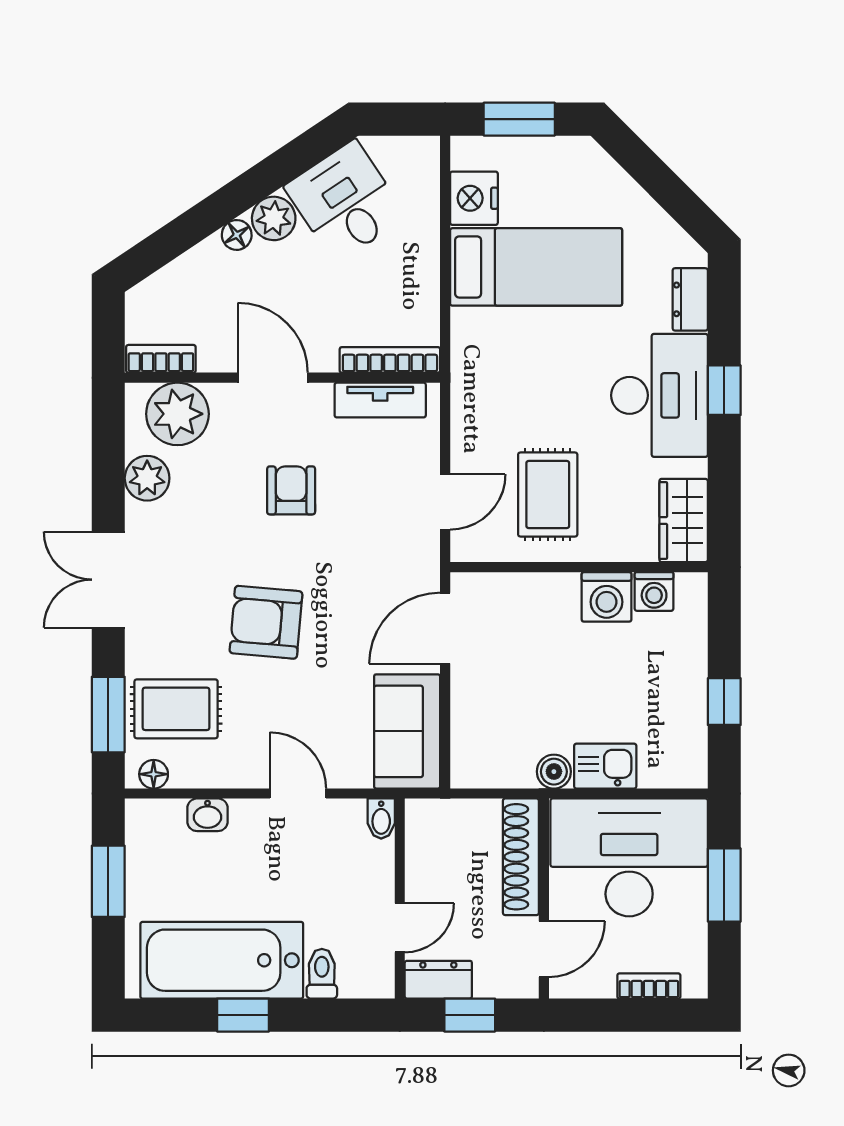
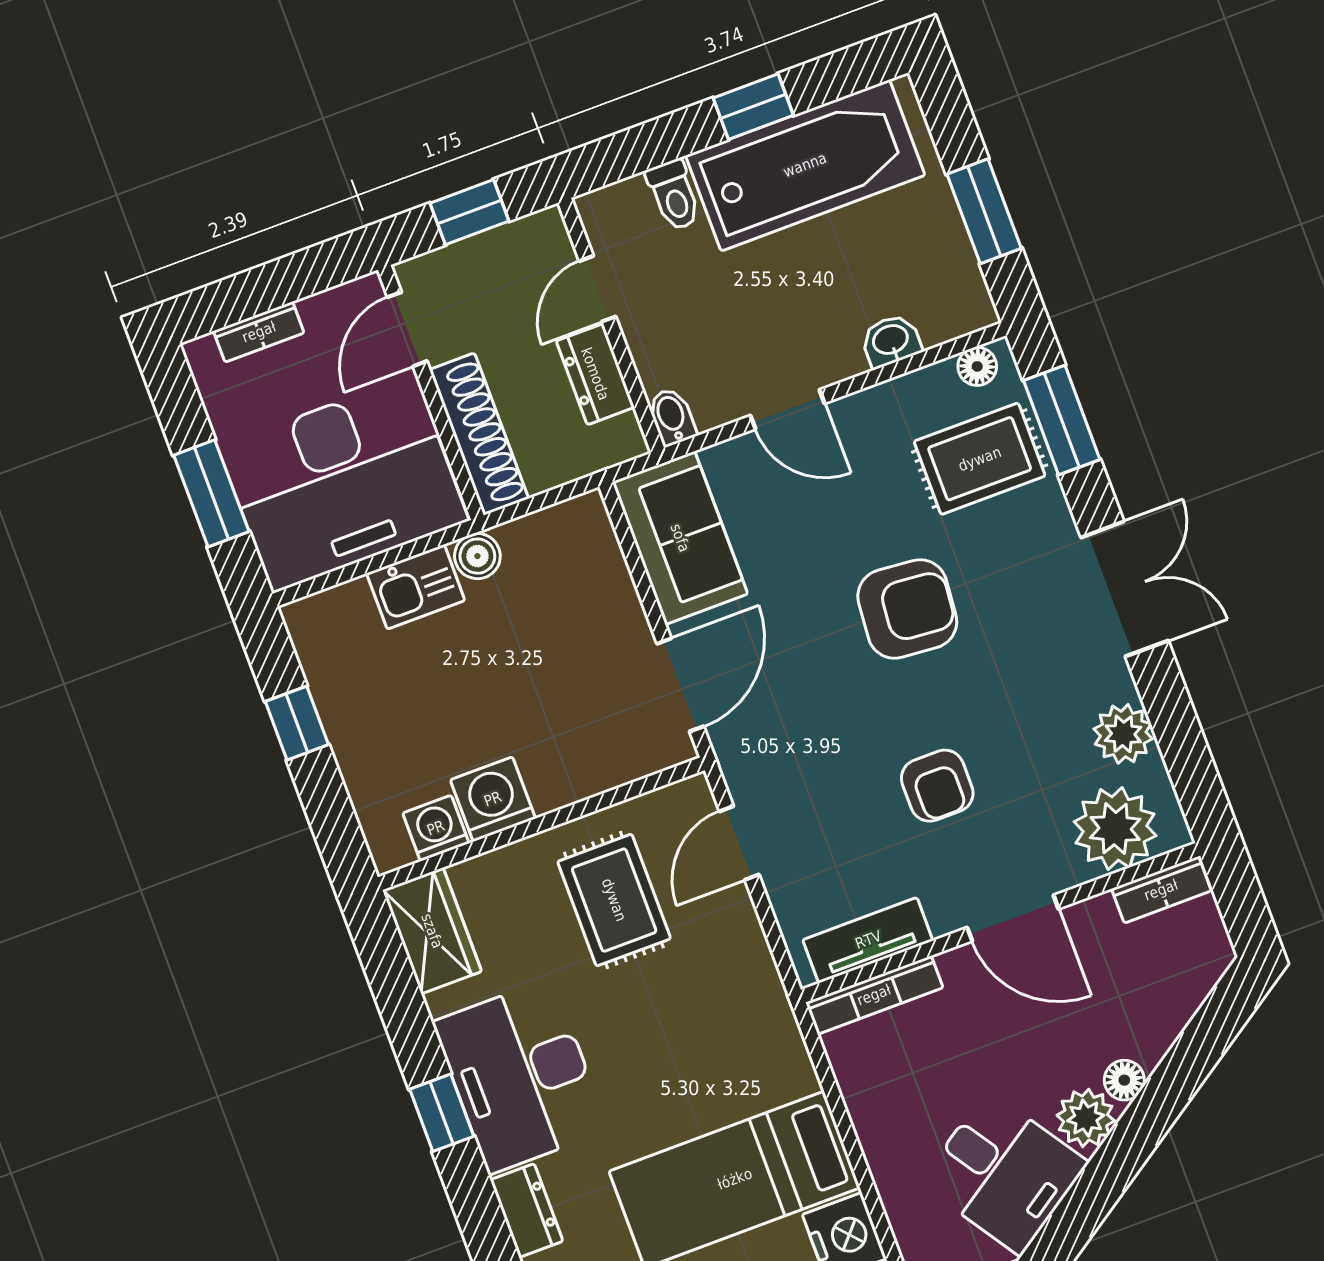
dresser: (438, 980) -> (595, 374), moved, turned 90

